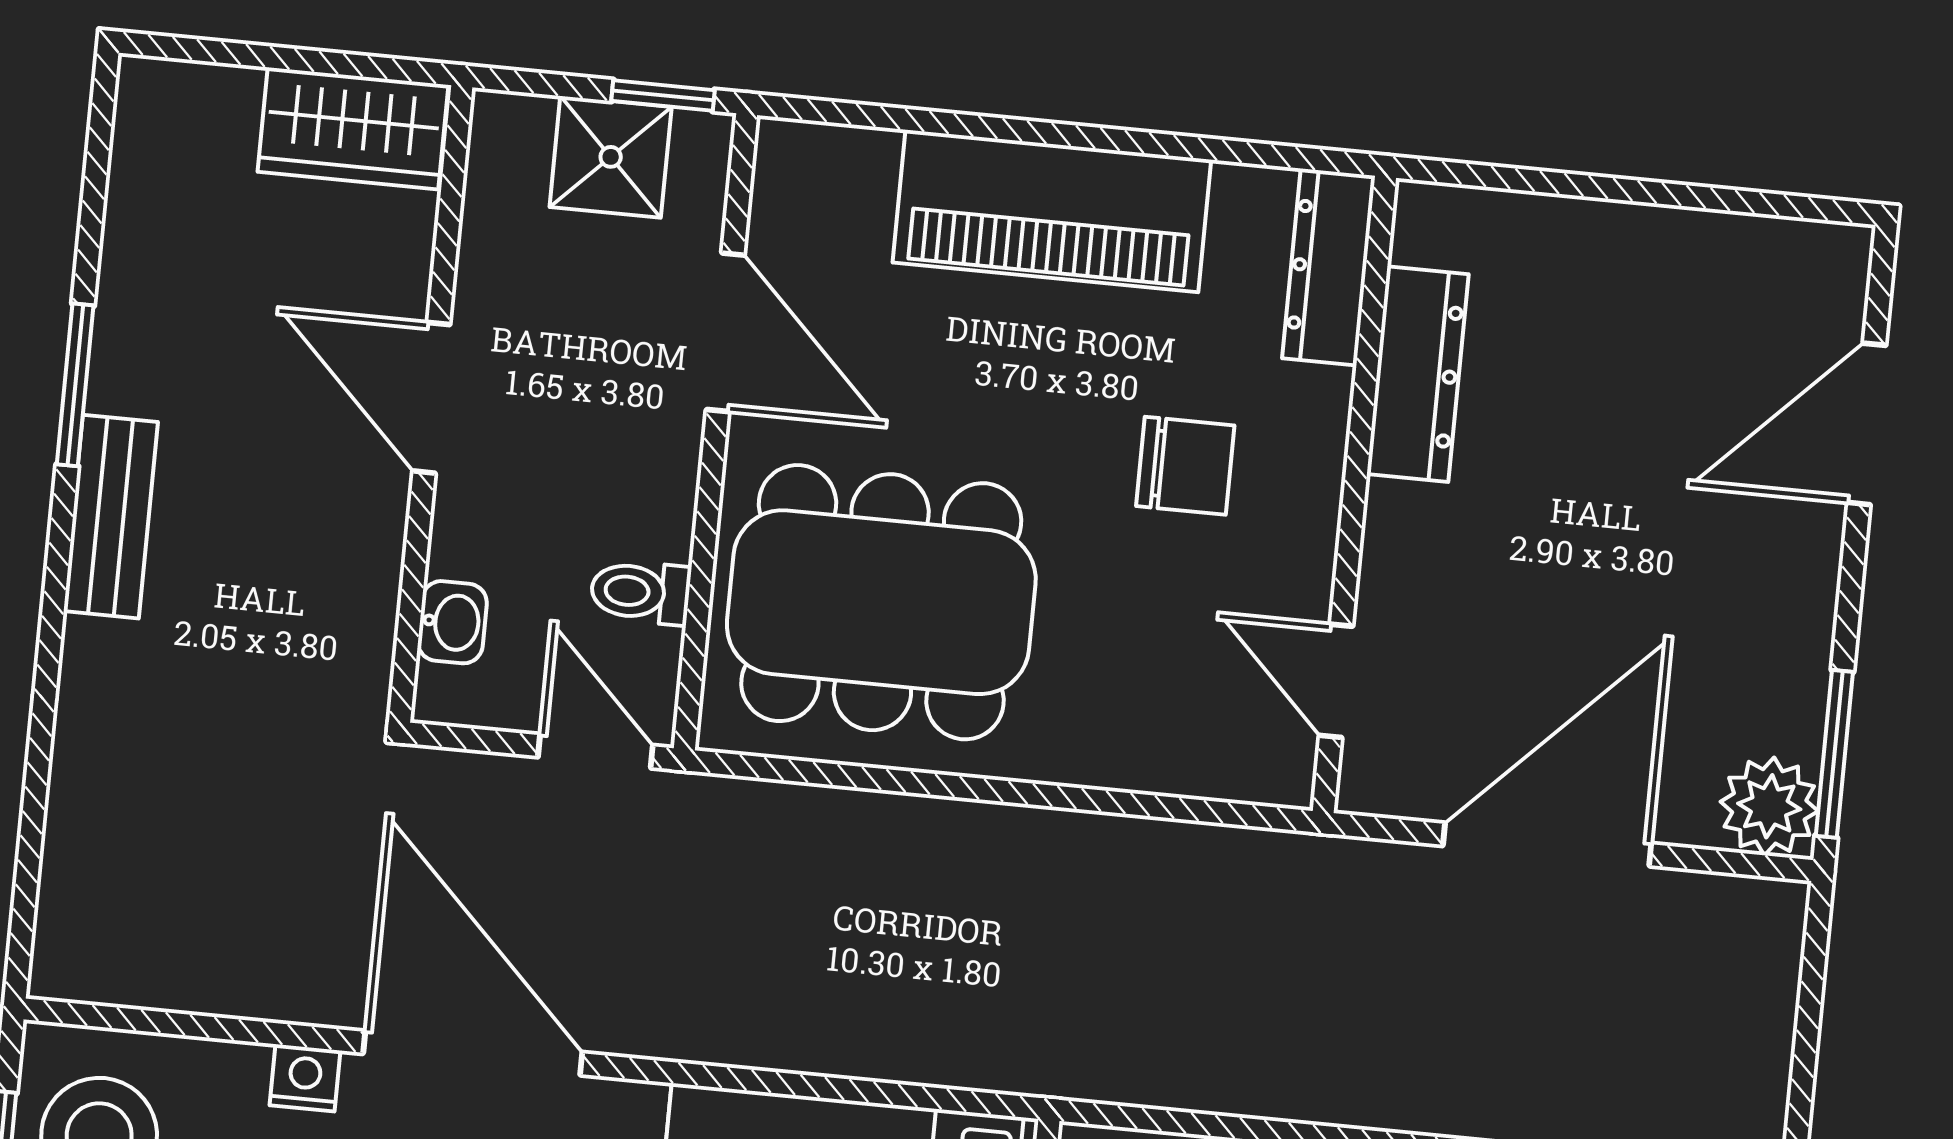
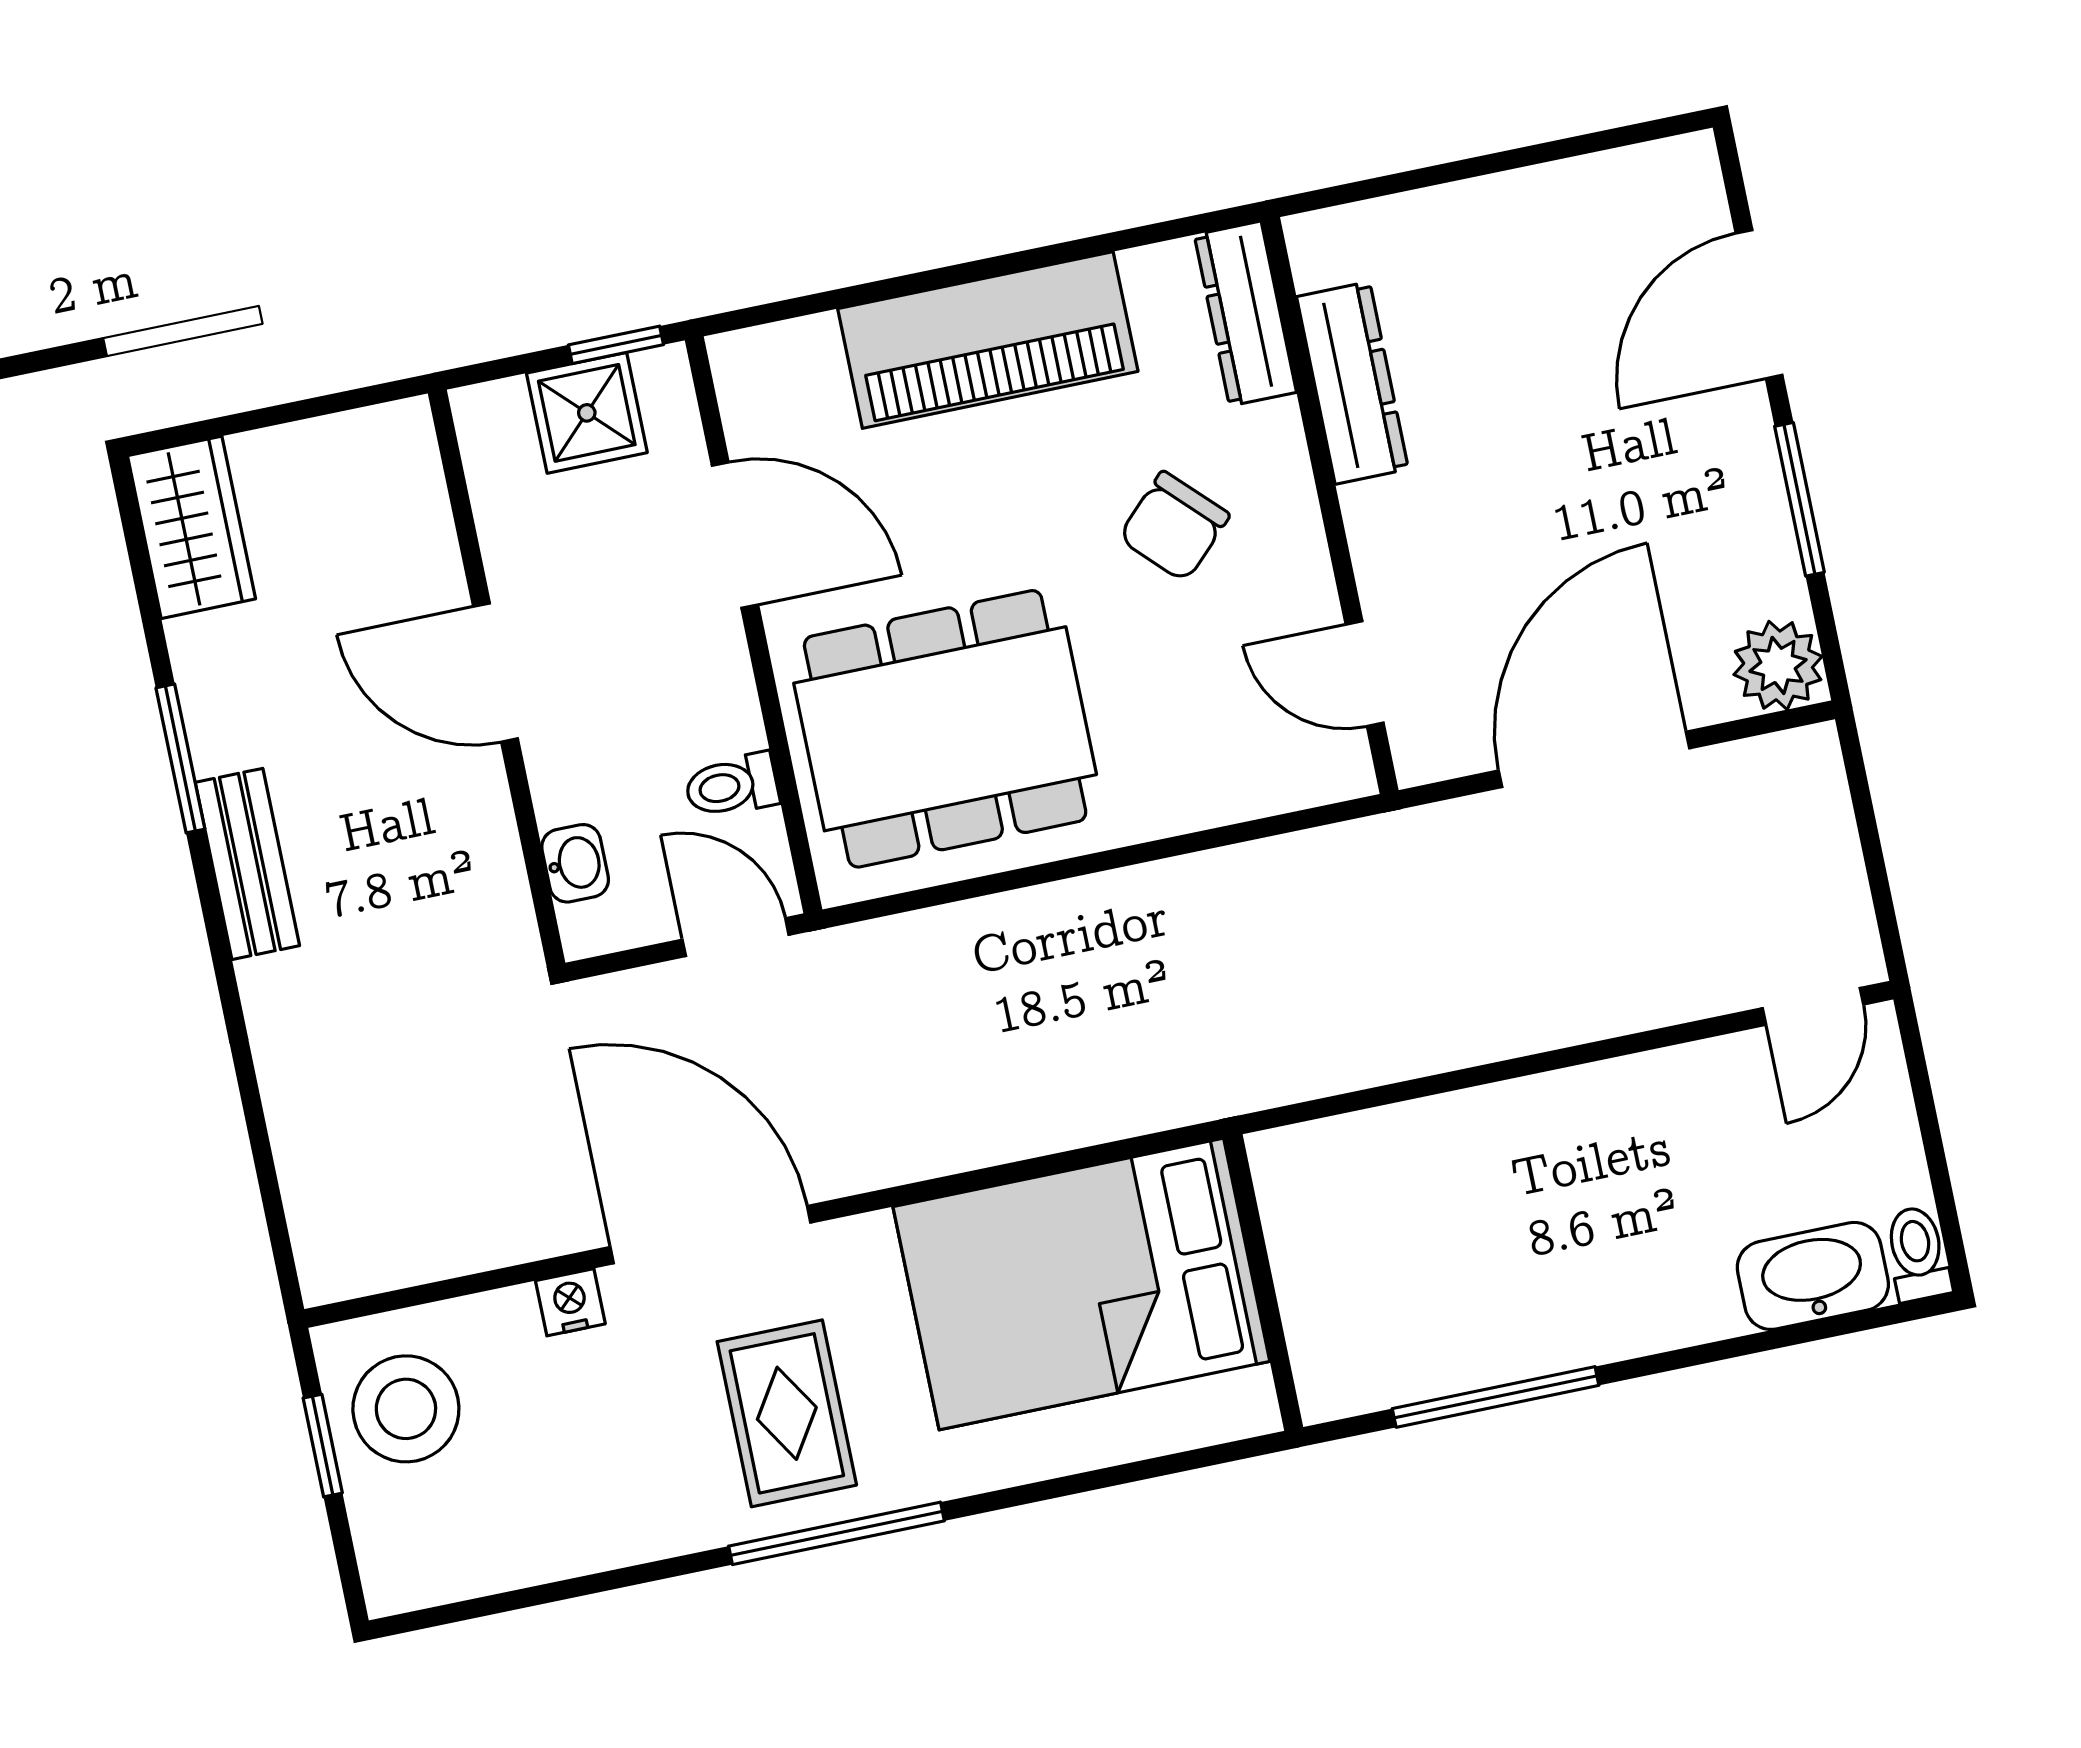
wardrobe: (353, 128) -> (192, 527), moved, turned -90
chair: (1185, 466) -> (1174, 527), turned 135
window: (1834, 754) -> (1799, 499), moved

